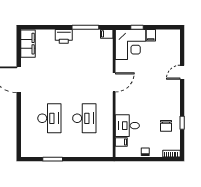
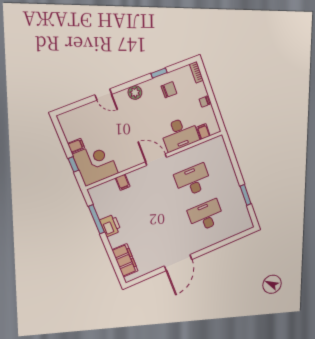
filing cabinet: (107, 34) -> (123, 182), moved
printer: (64, 36) -> (110, 226), moved
filing cabinet: (28, 44) -> (125, 260), moved, turned 90
door: (114, 82) -> (156, 160), moved
plant: (174, 98) -> (135, 93), added
desk: (127, 126) -> (180, 134), width x1.37

